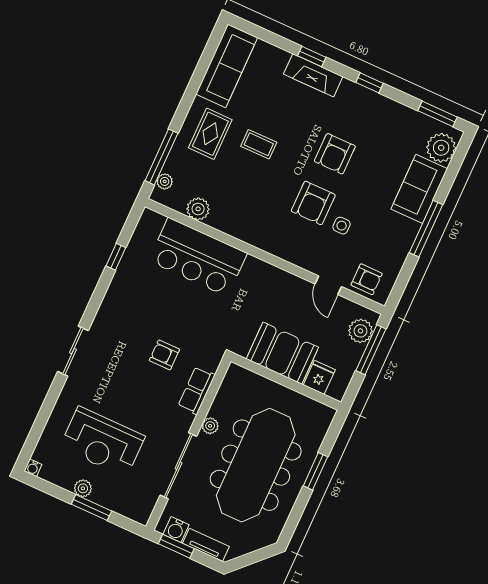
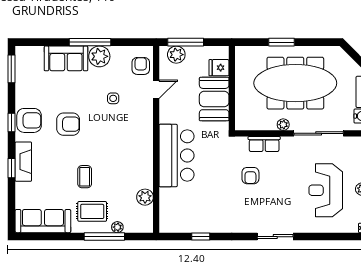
plant: (441, 148) -> (99, 56), moved
window: (161, 157) -> (104, 237), moved
plant: (165, 181) -> (117, 227), moved
armchair: (313, 203) -> (29, 120), moved
bar counter: (198, 257) -> (176, 155), moved
reception desk: (102, 442) -> (326, 190), turned 180

